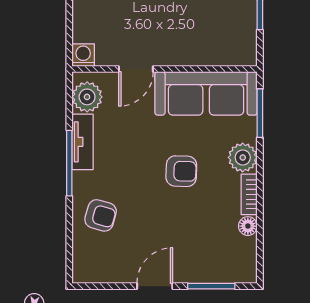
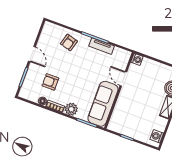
plant: (87, 97) -> (119, 55), removed
armchair: (181, 171) -> (50, 82), moved, turned 88

